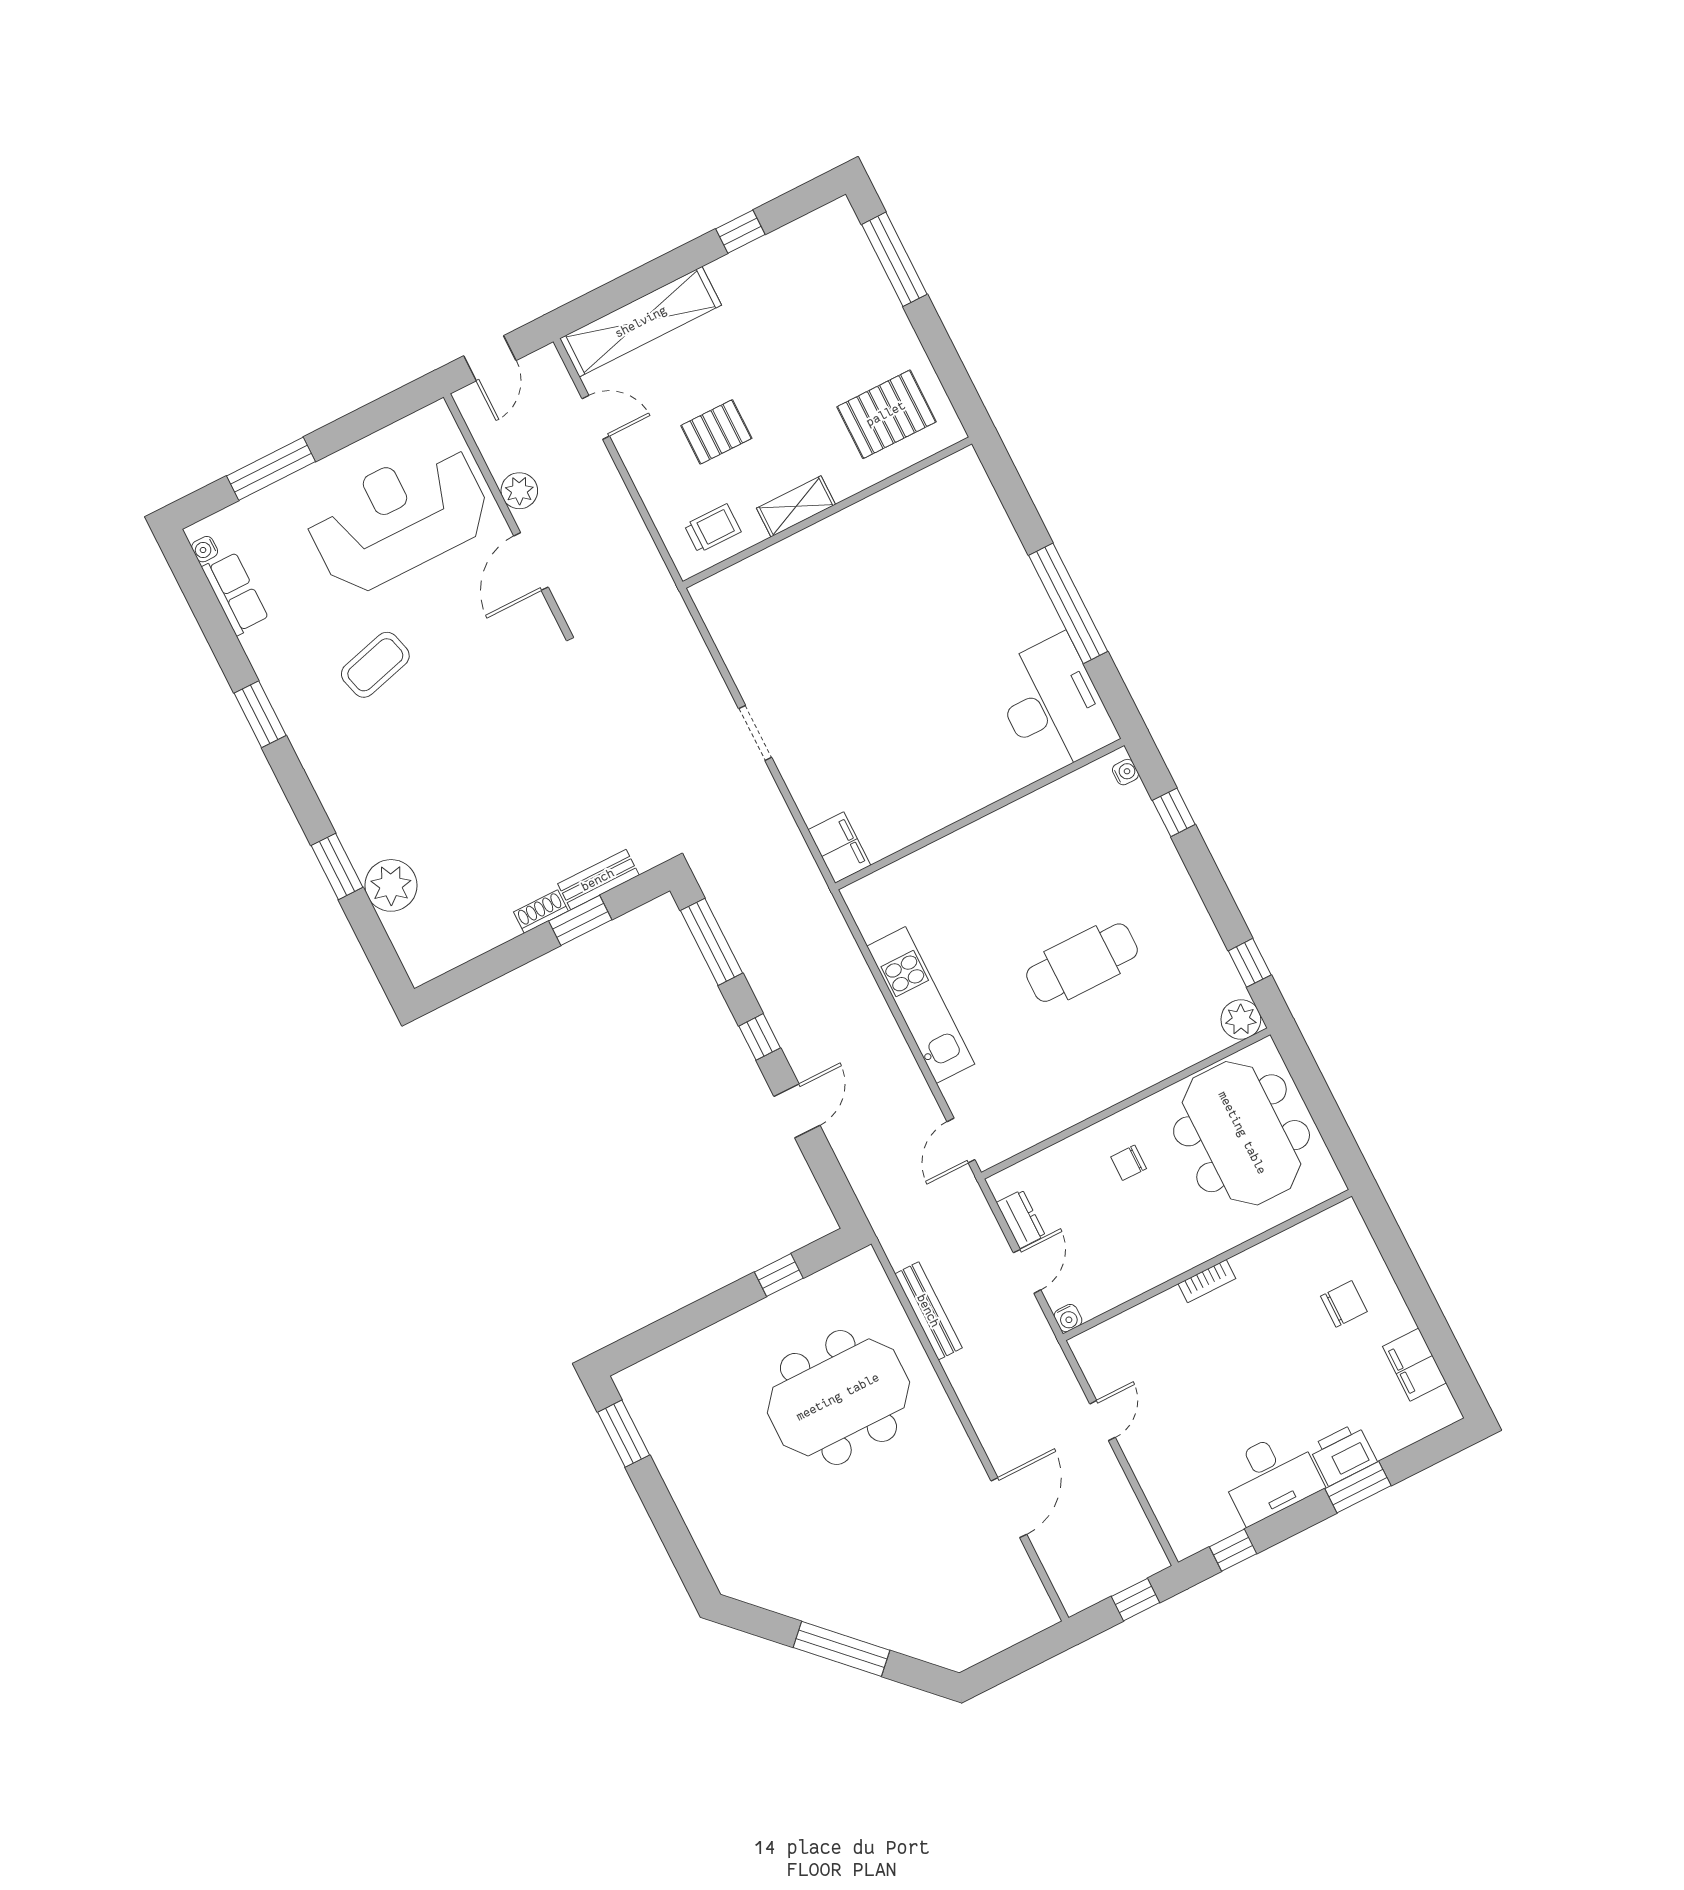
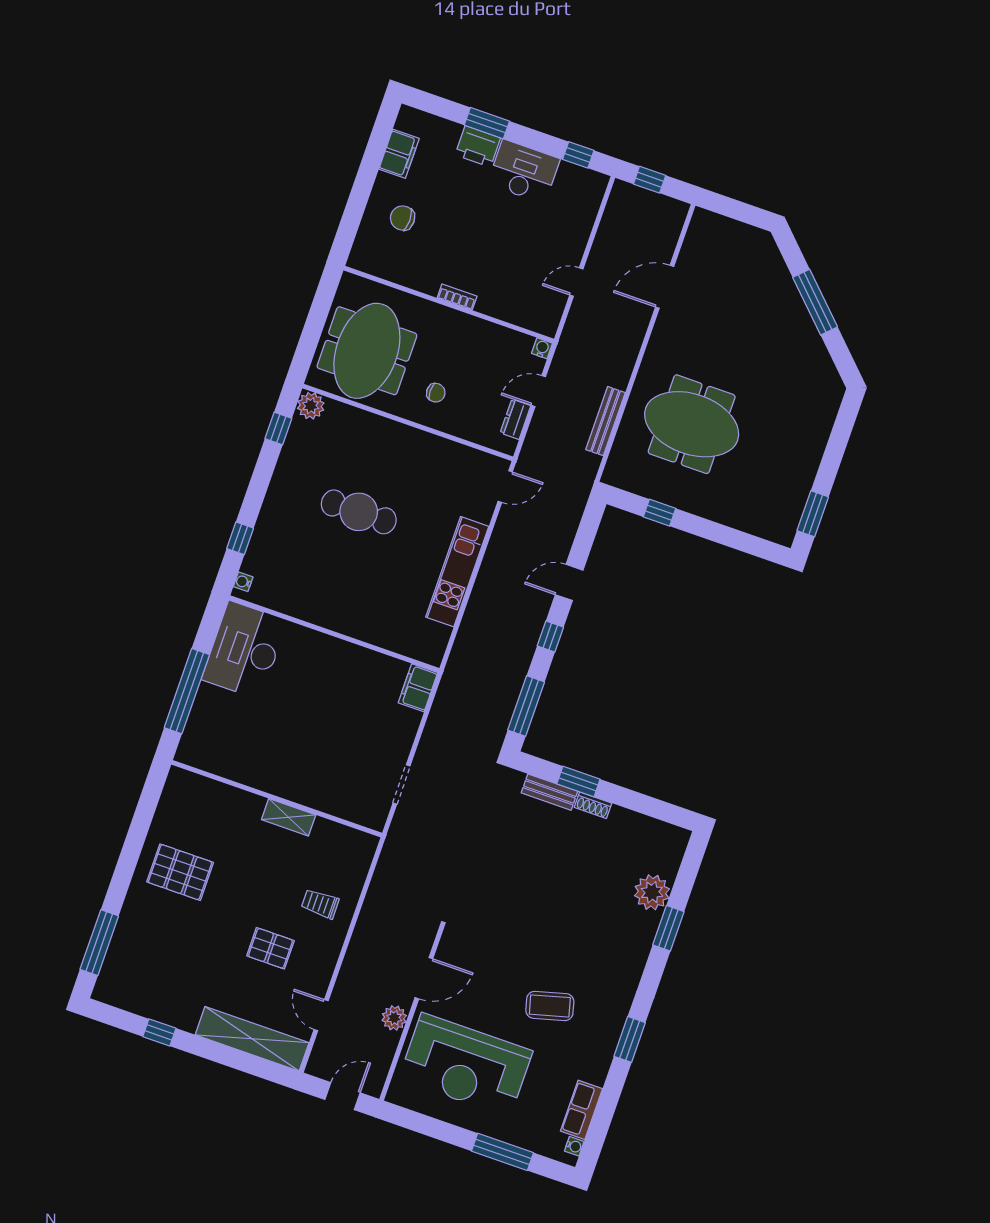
shelving: (796, 506) -> (289, 817), moved
wall: (827, 513) -> (277, 799), moved

